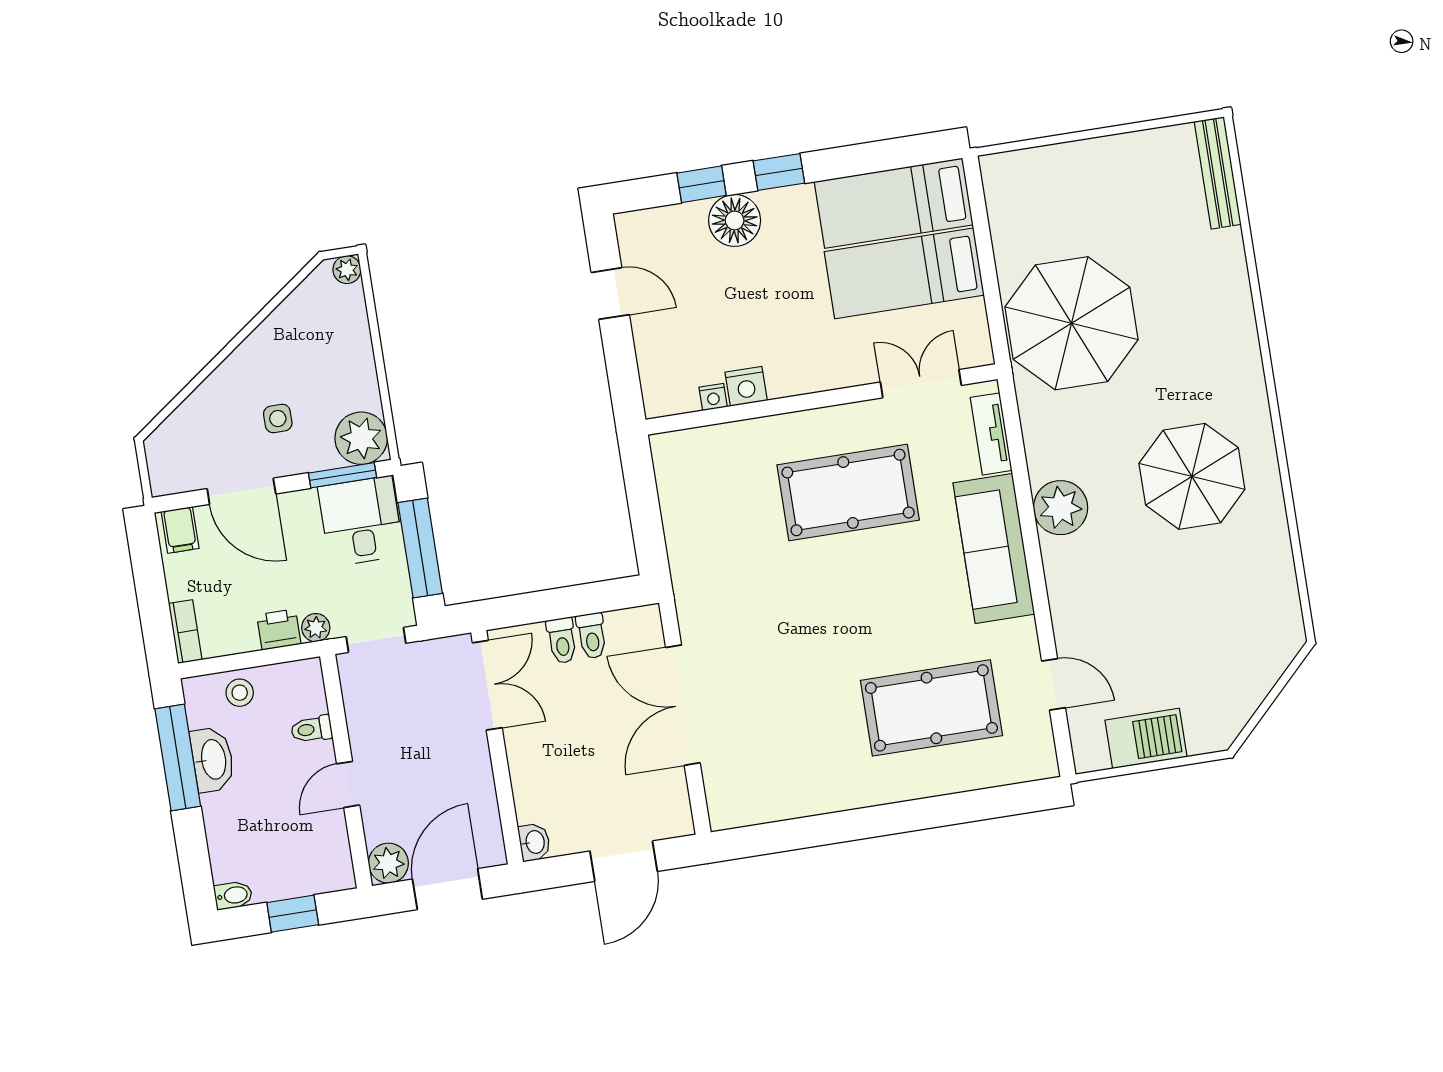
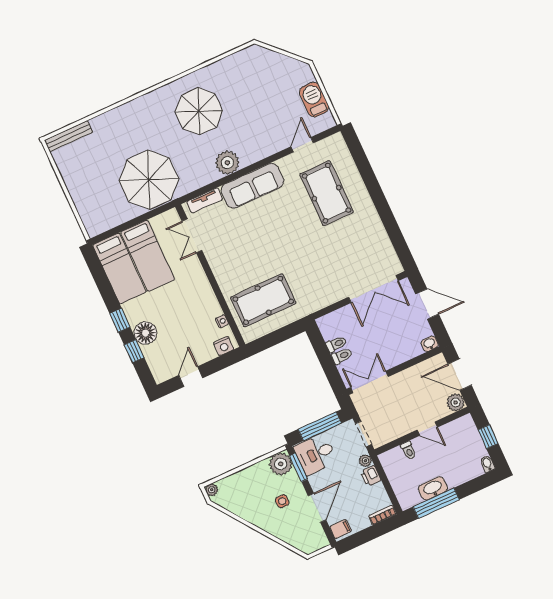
nightstand: (746, 386) -> (224, 346), moved, turned 90
pool table: (848, 493) -> (263, 300), moved, turned 90
stool: (240, 693) -> (402, 485), removed
double door: (683, 705) -> (373, 289), moved

